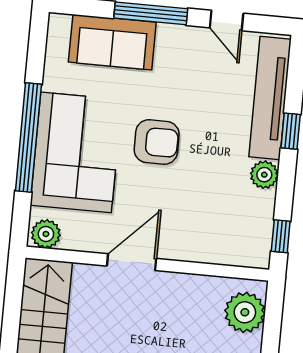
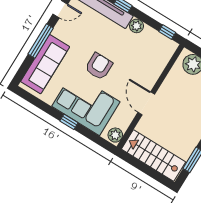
sofa: (112, 42) -> (45, 64), width x1.36
window: (28, 138) -> (69, 122), width x0.32

